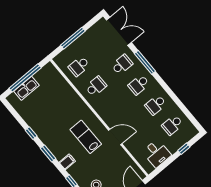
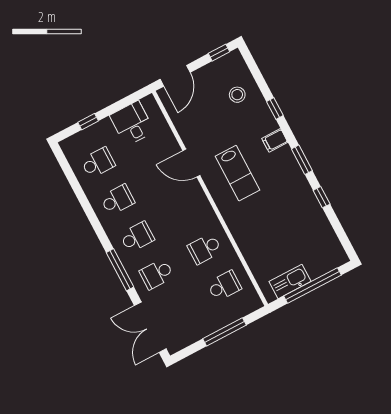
kitchen sink: (26, 88) -> (290, 281), moved

